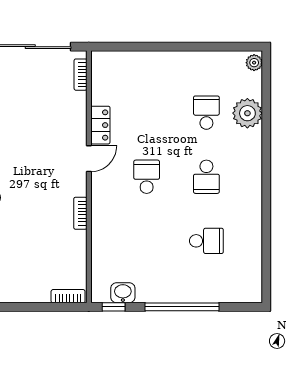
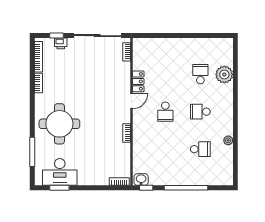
plant: (254, 63) -> (228, 140), moved
school desk: (147, 177) -> (165, 112), turned 180
school desk: (206, 177) -> (200, 112), turned 90
washbasin: (123, 293) -> (141, 180), moved

